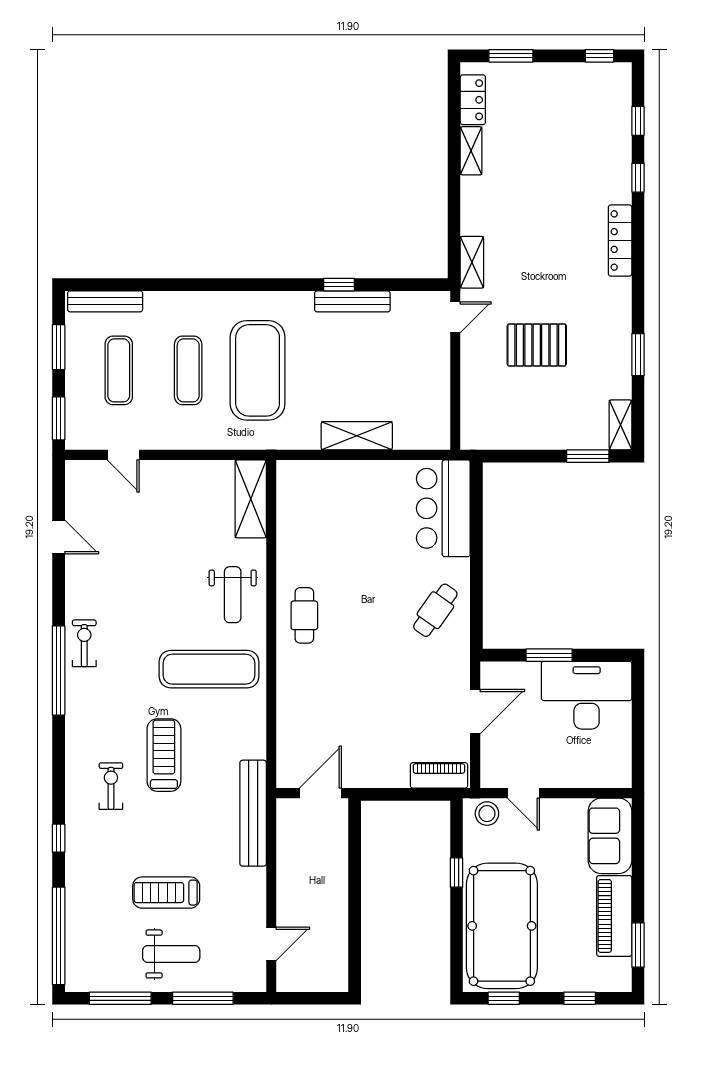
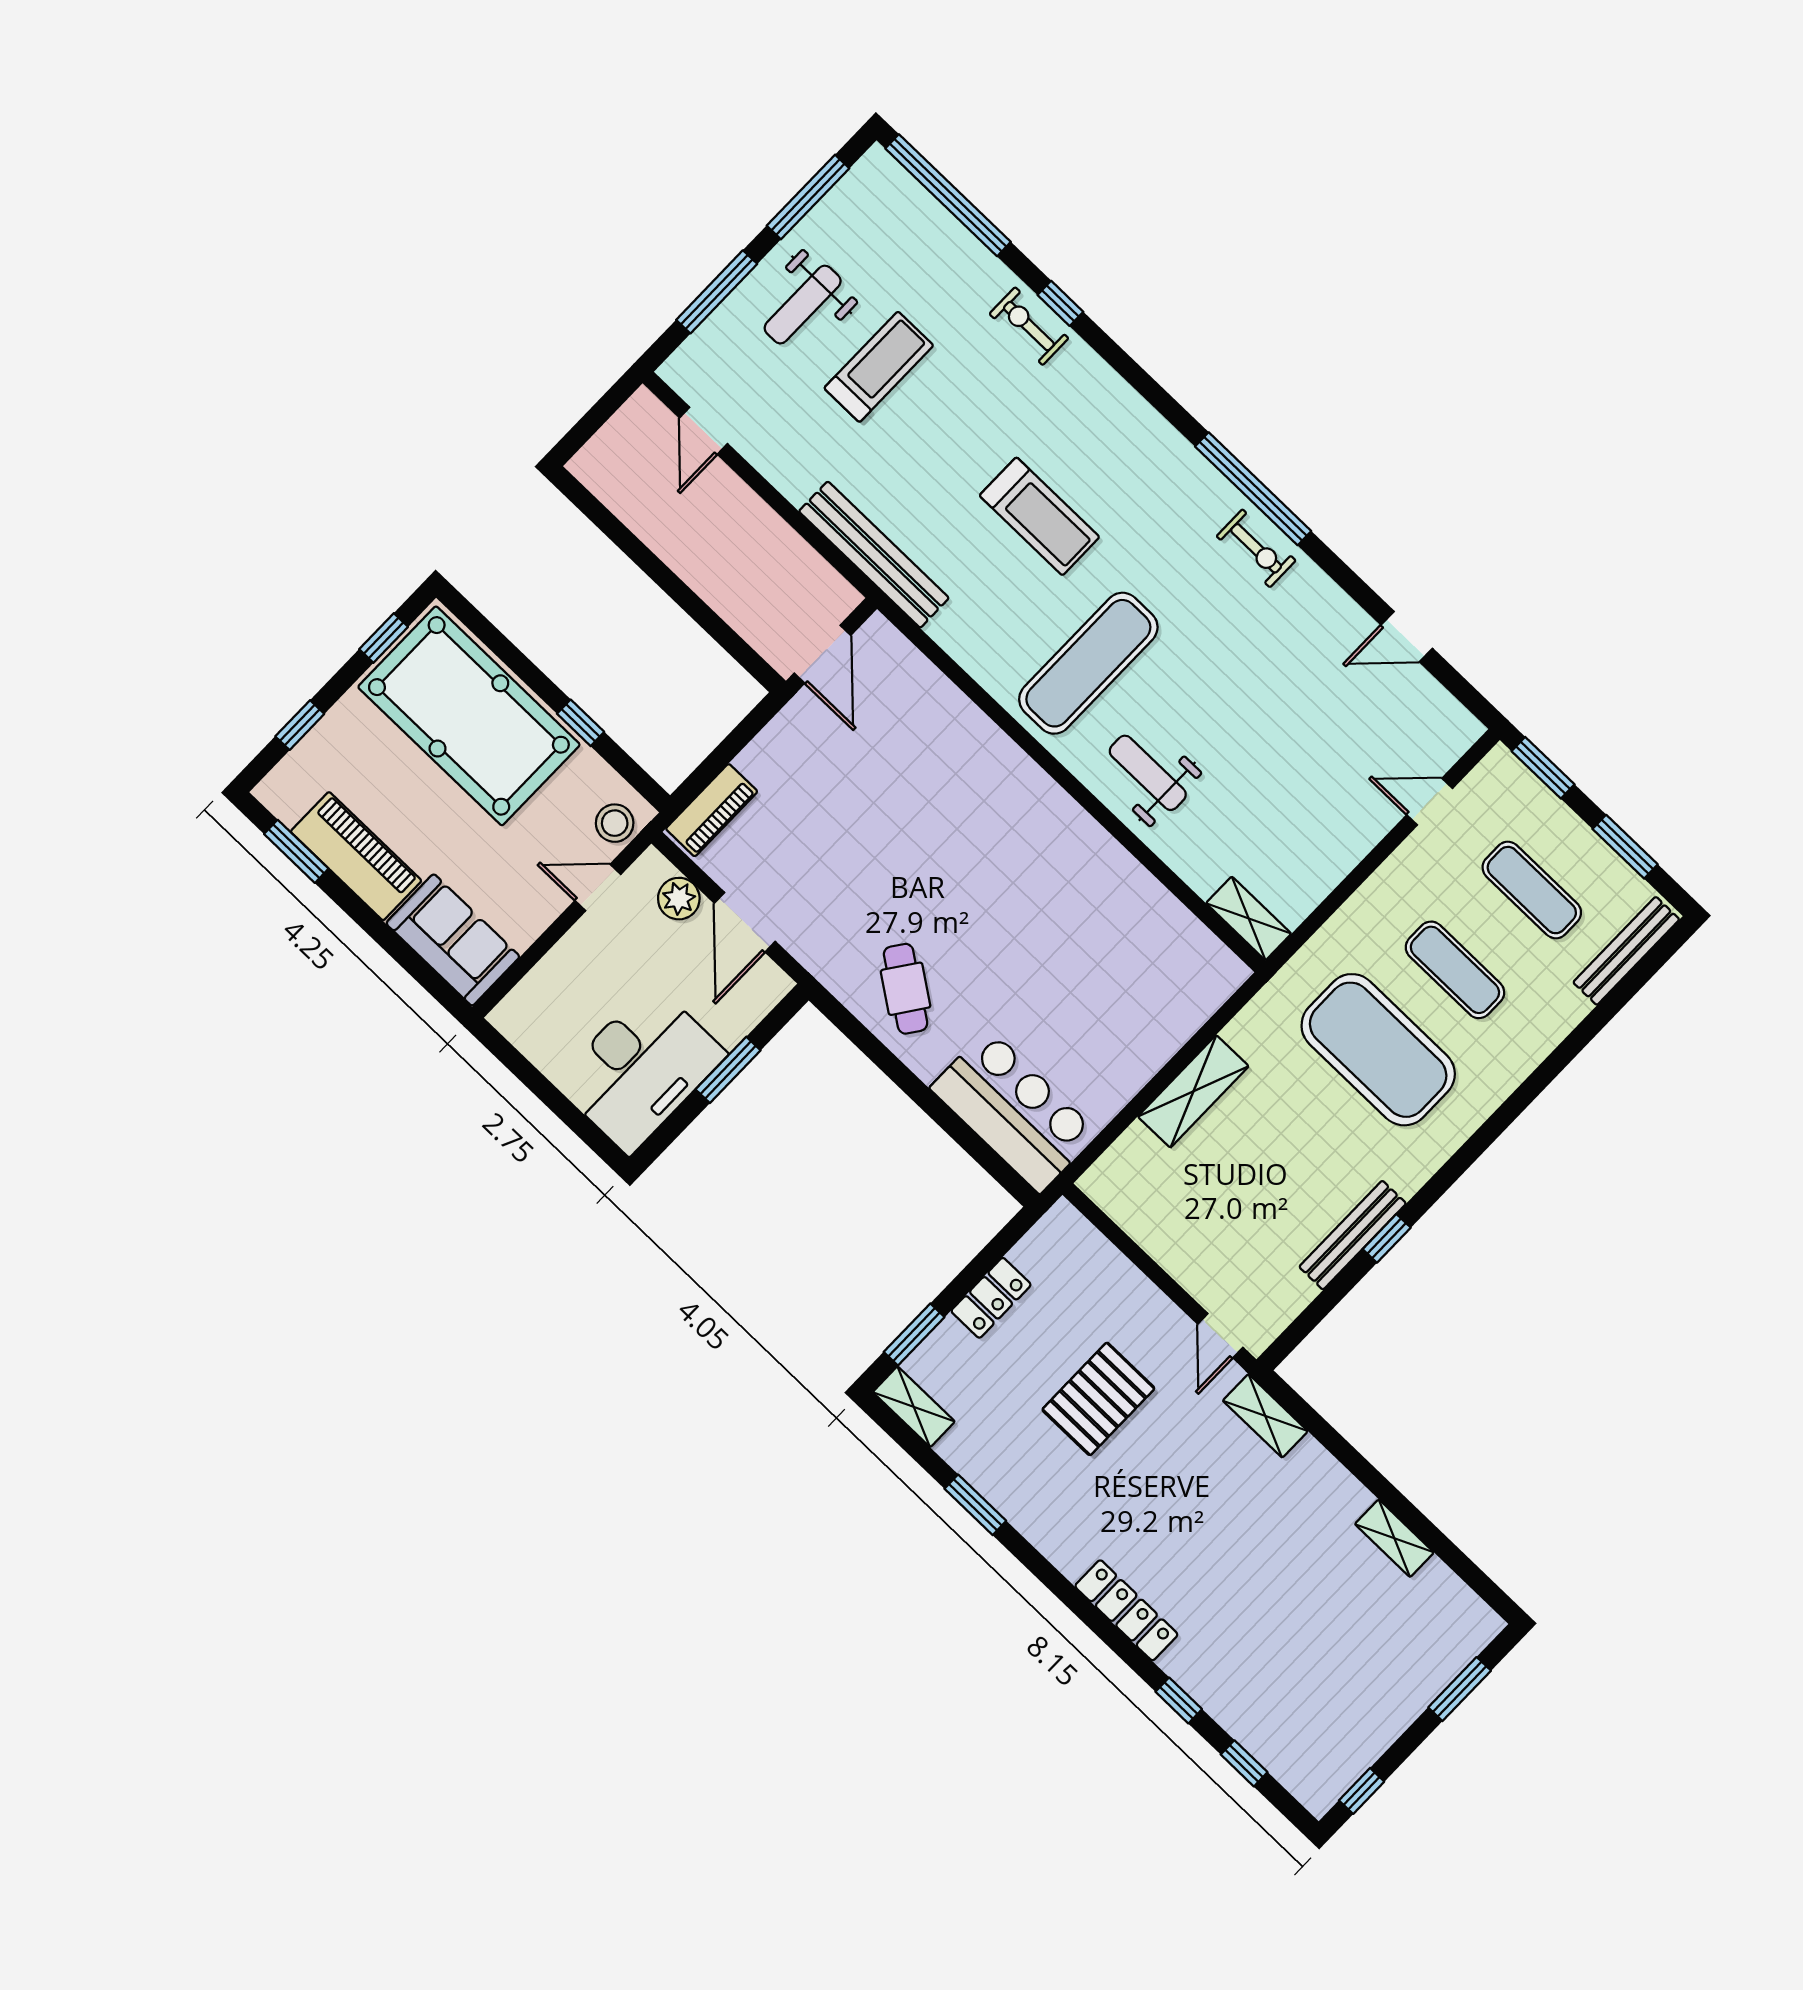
locker: (473, 100) -> (991, 1298), moved, turned -90
shelving: (251, 499) -> (1249, 918), width x0.67, depth x0.75
cafe table: (304, 615) -> (1045, 832), removed
plant: (493, 752) -> (679, 899), added
exercise bike: (111, 786) -> (1029, 326), moved, turned 180

